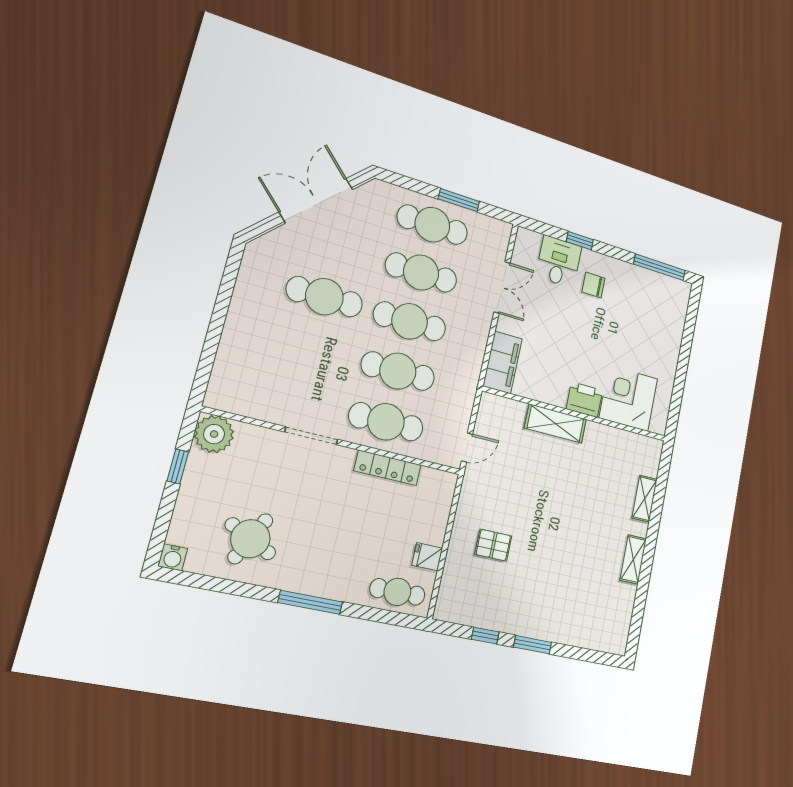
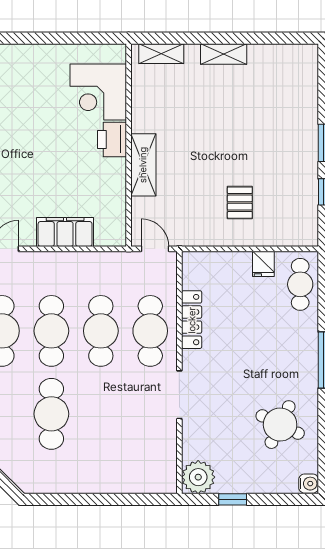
corner desk: (628, 398) -> (98, 92), moved
printer: (584, 400) -> (112, 139), moved
wall: (576, 414) -> (129, 145), moved
shelving: (556, 424) -> (143, 165), moved

